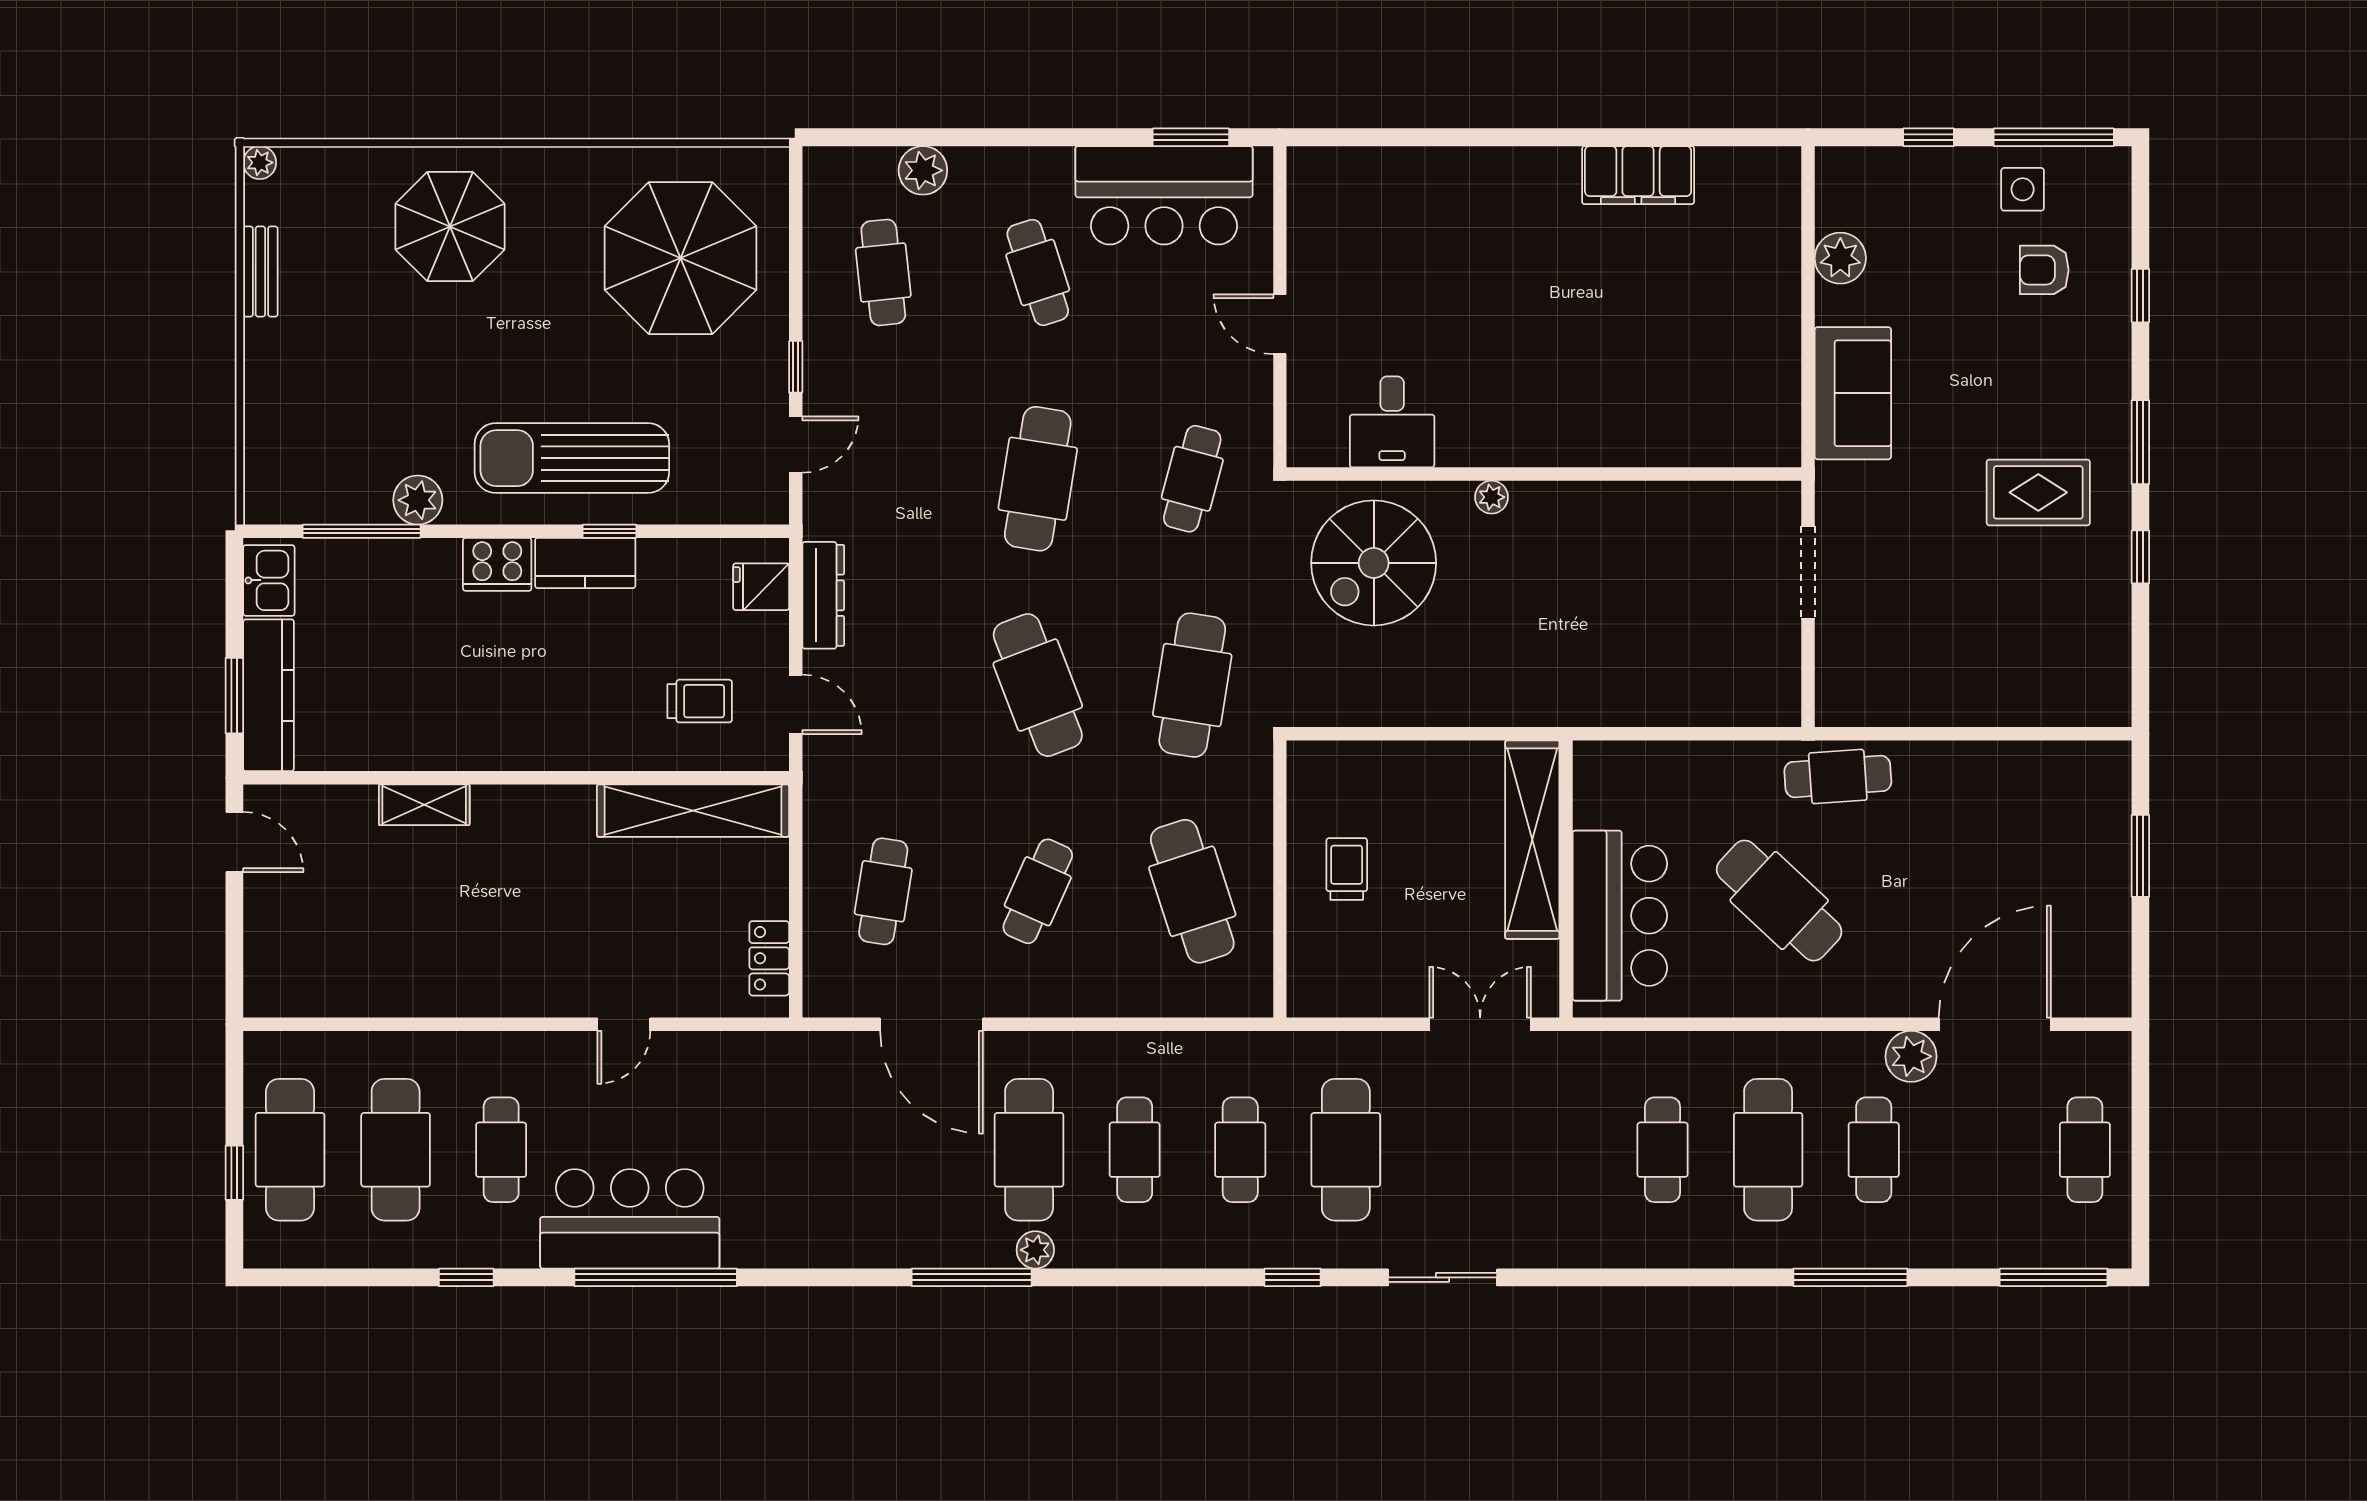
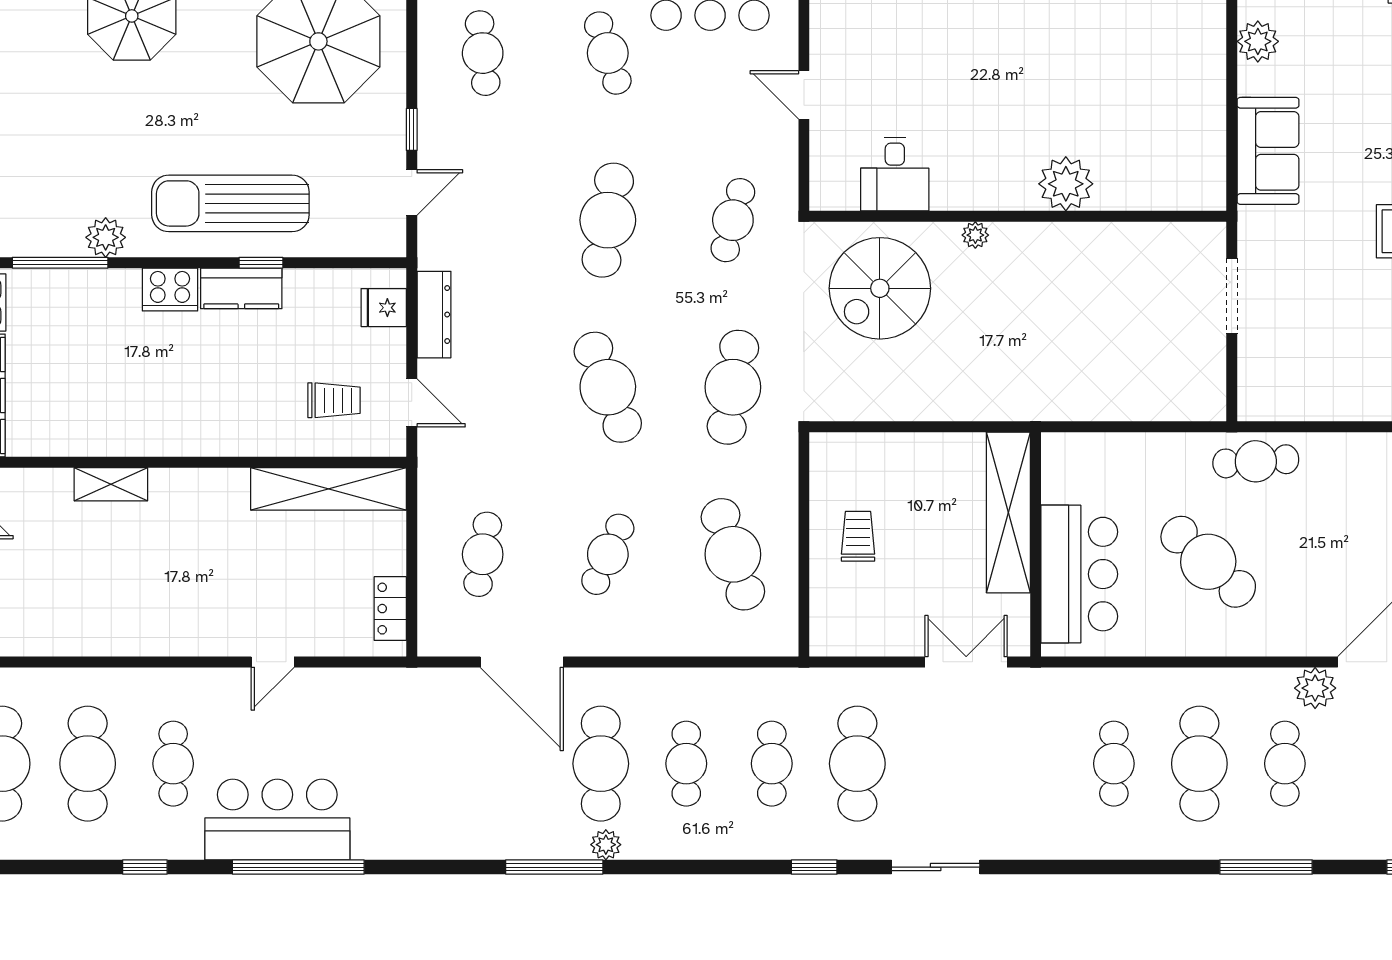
plant: (1603, 434) -> (1066, 184), added

